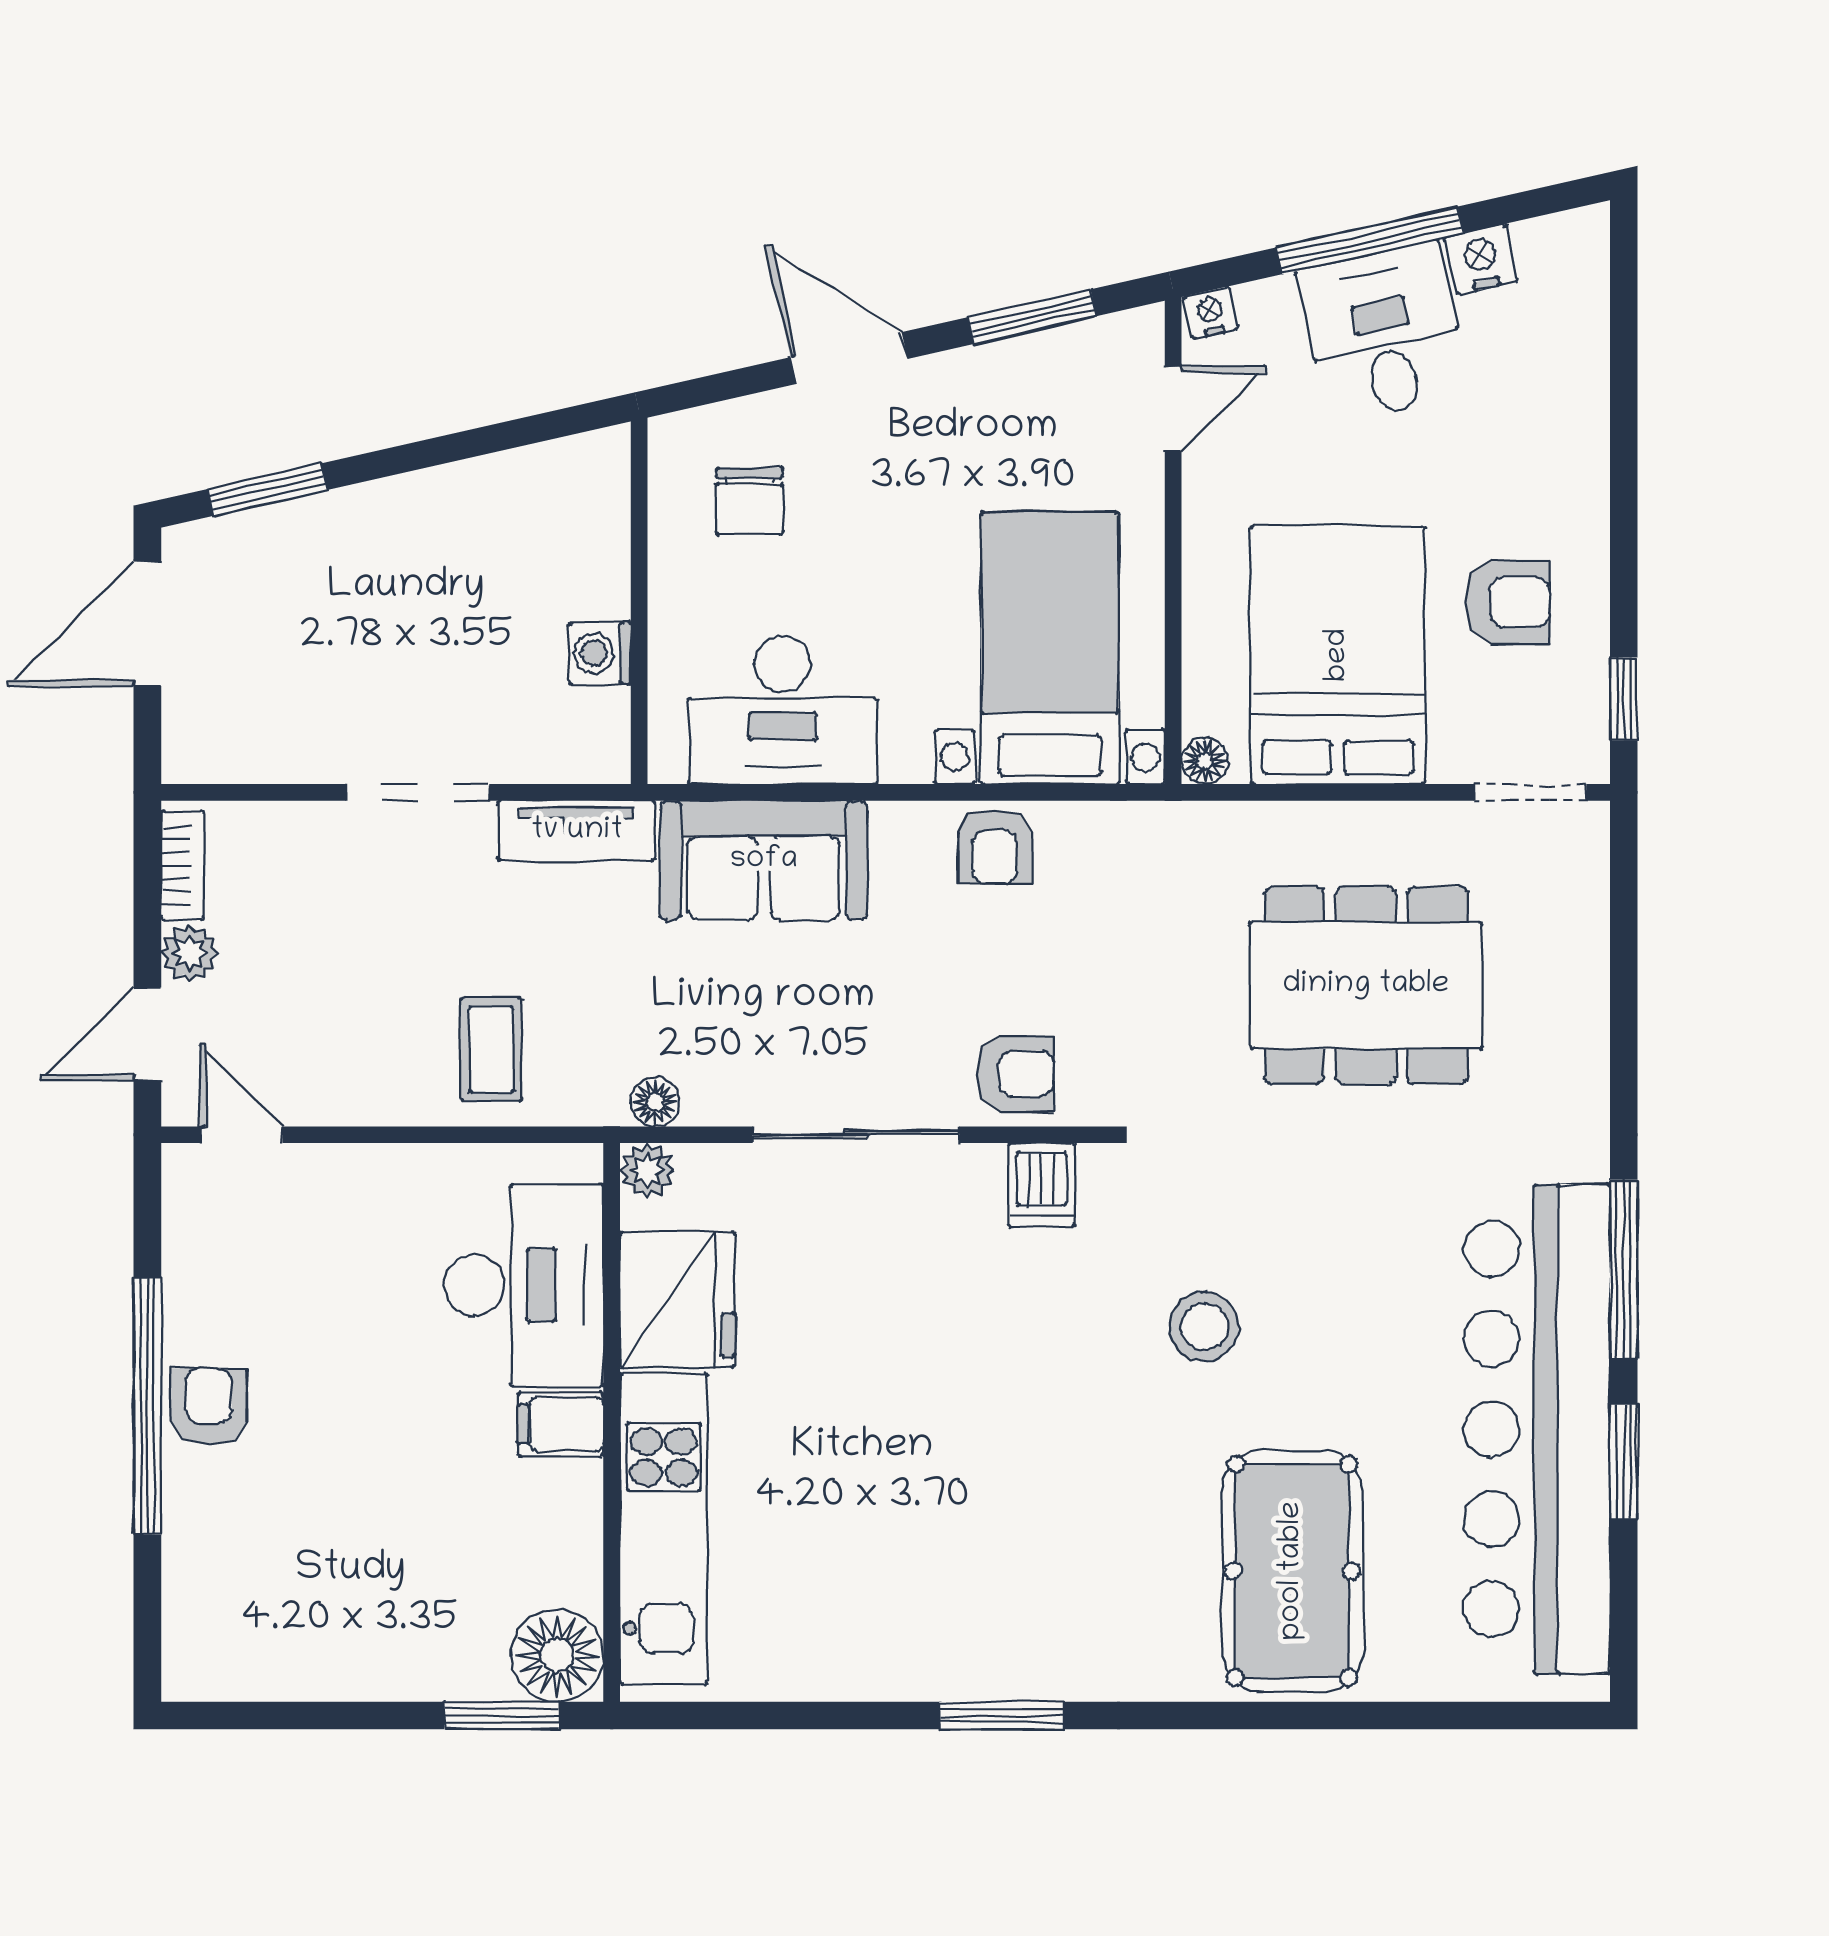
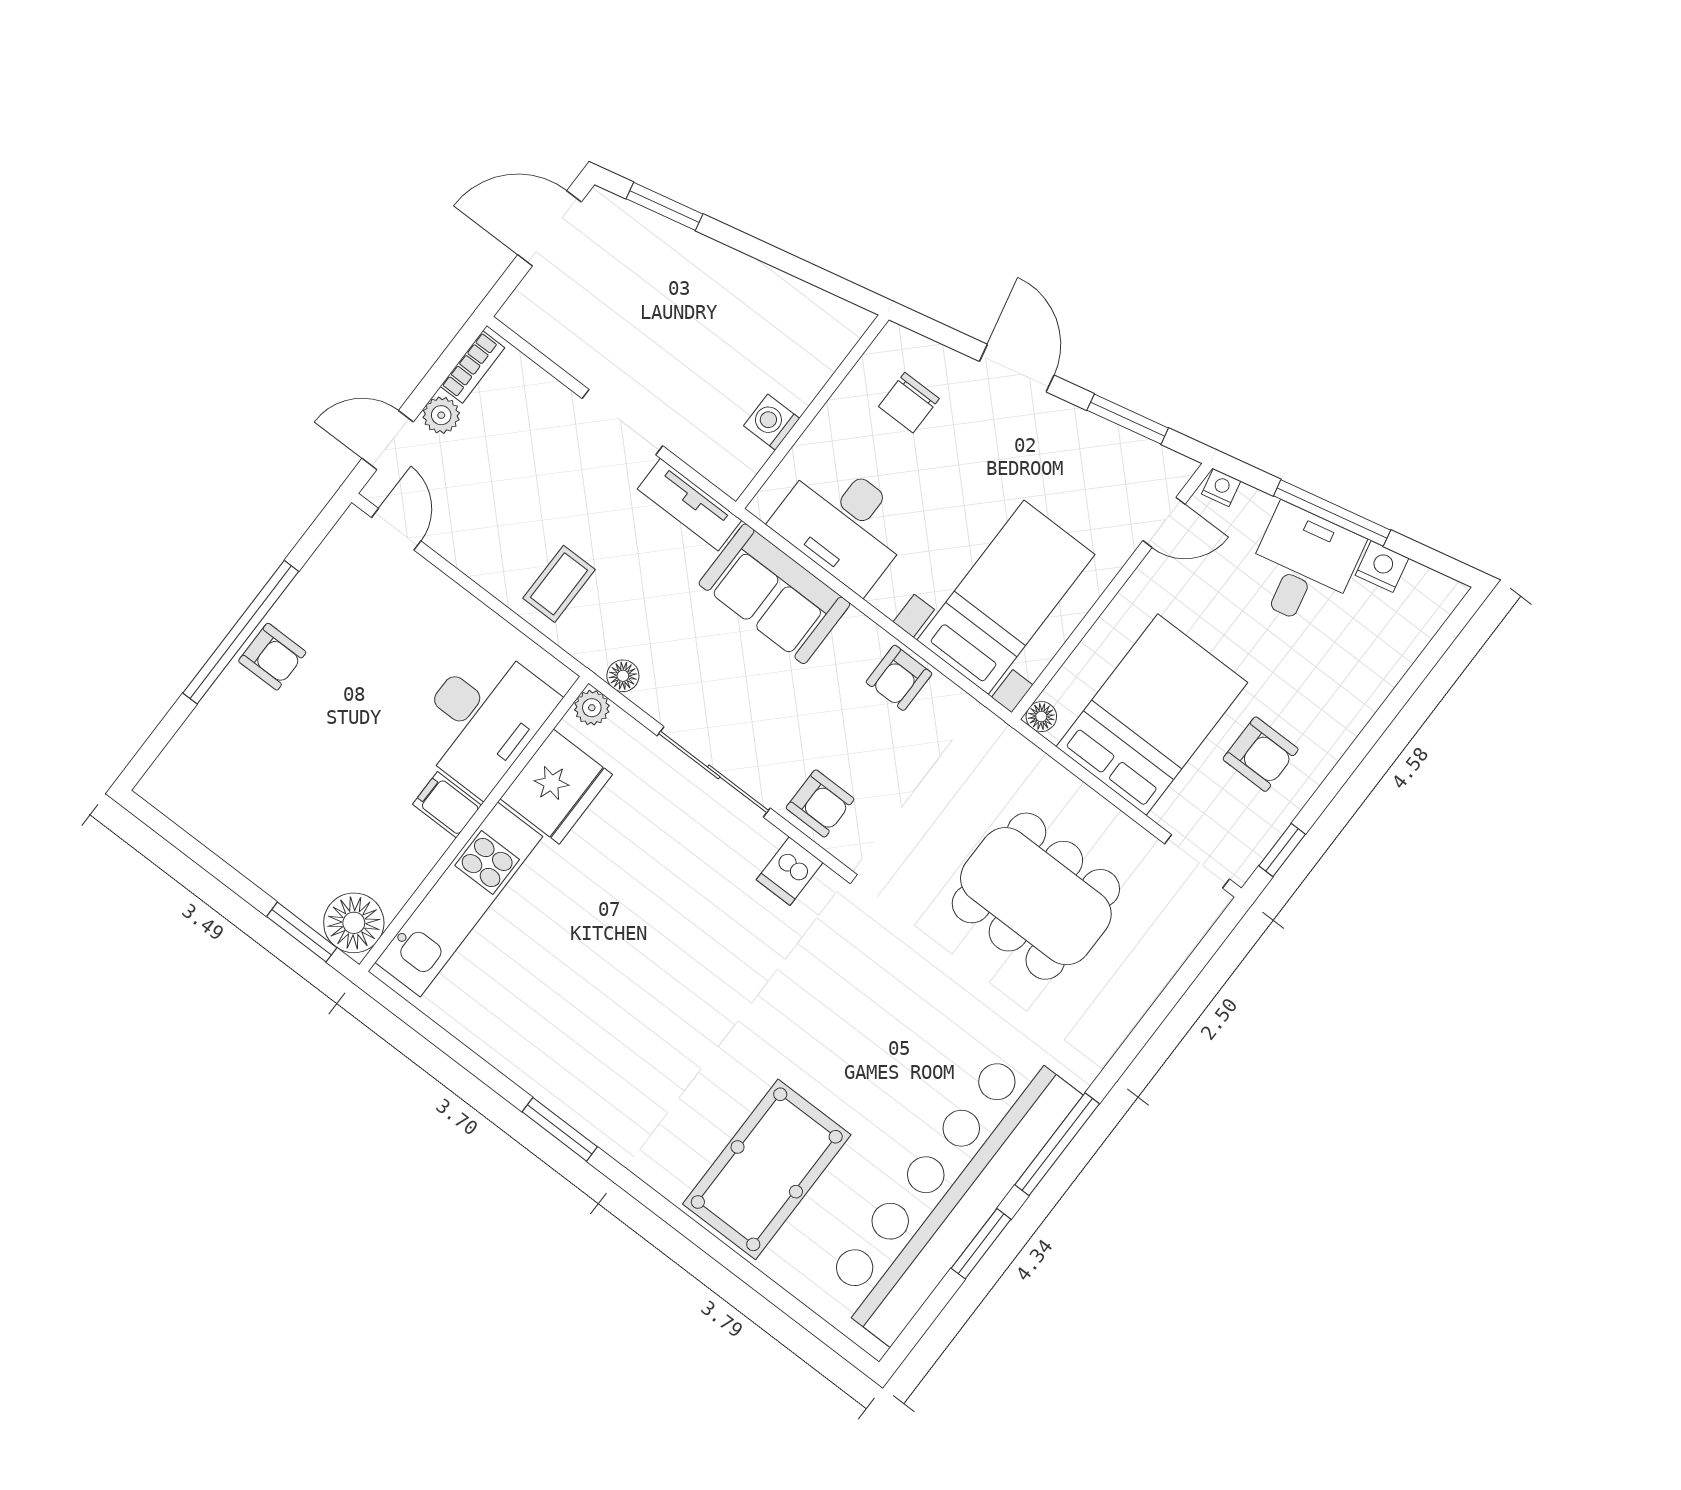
stool: (1204, 1326) -> (818, 1008), removed
armchair: (209, 1406) -> (272, 657), turned 90

